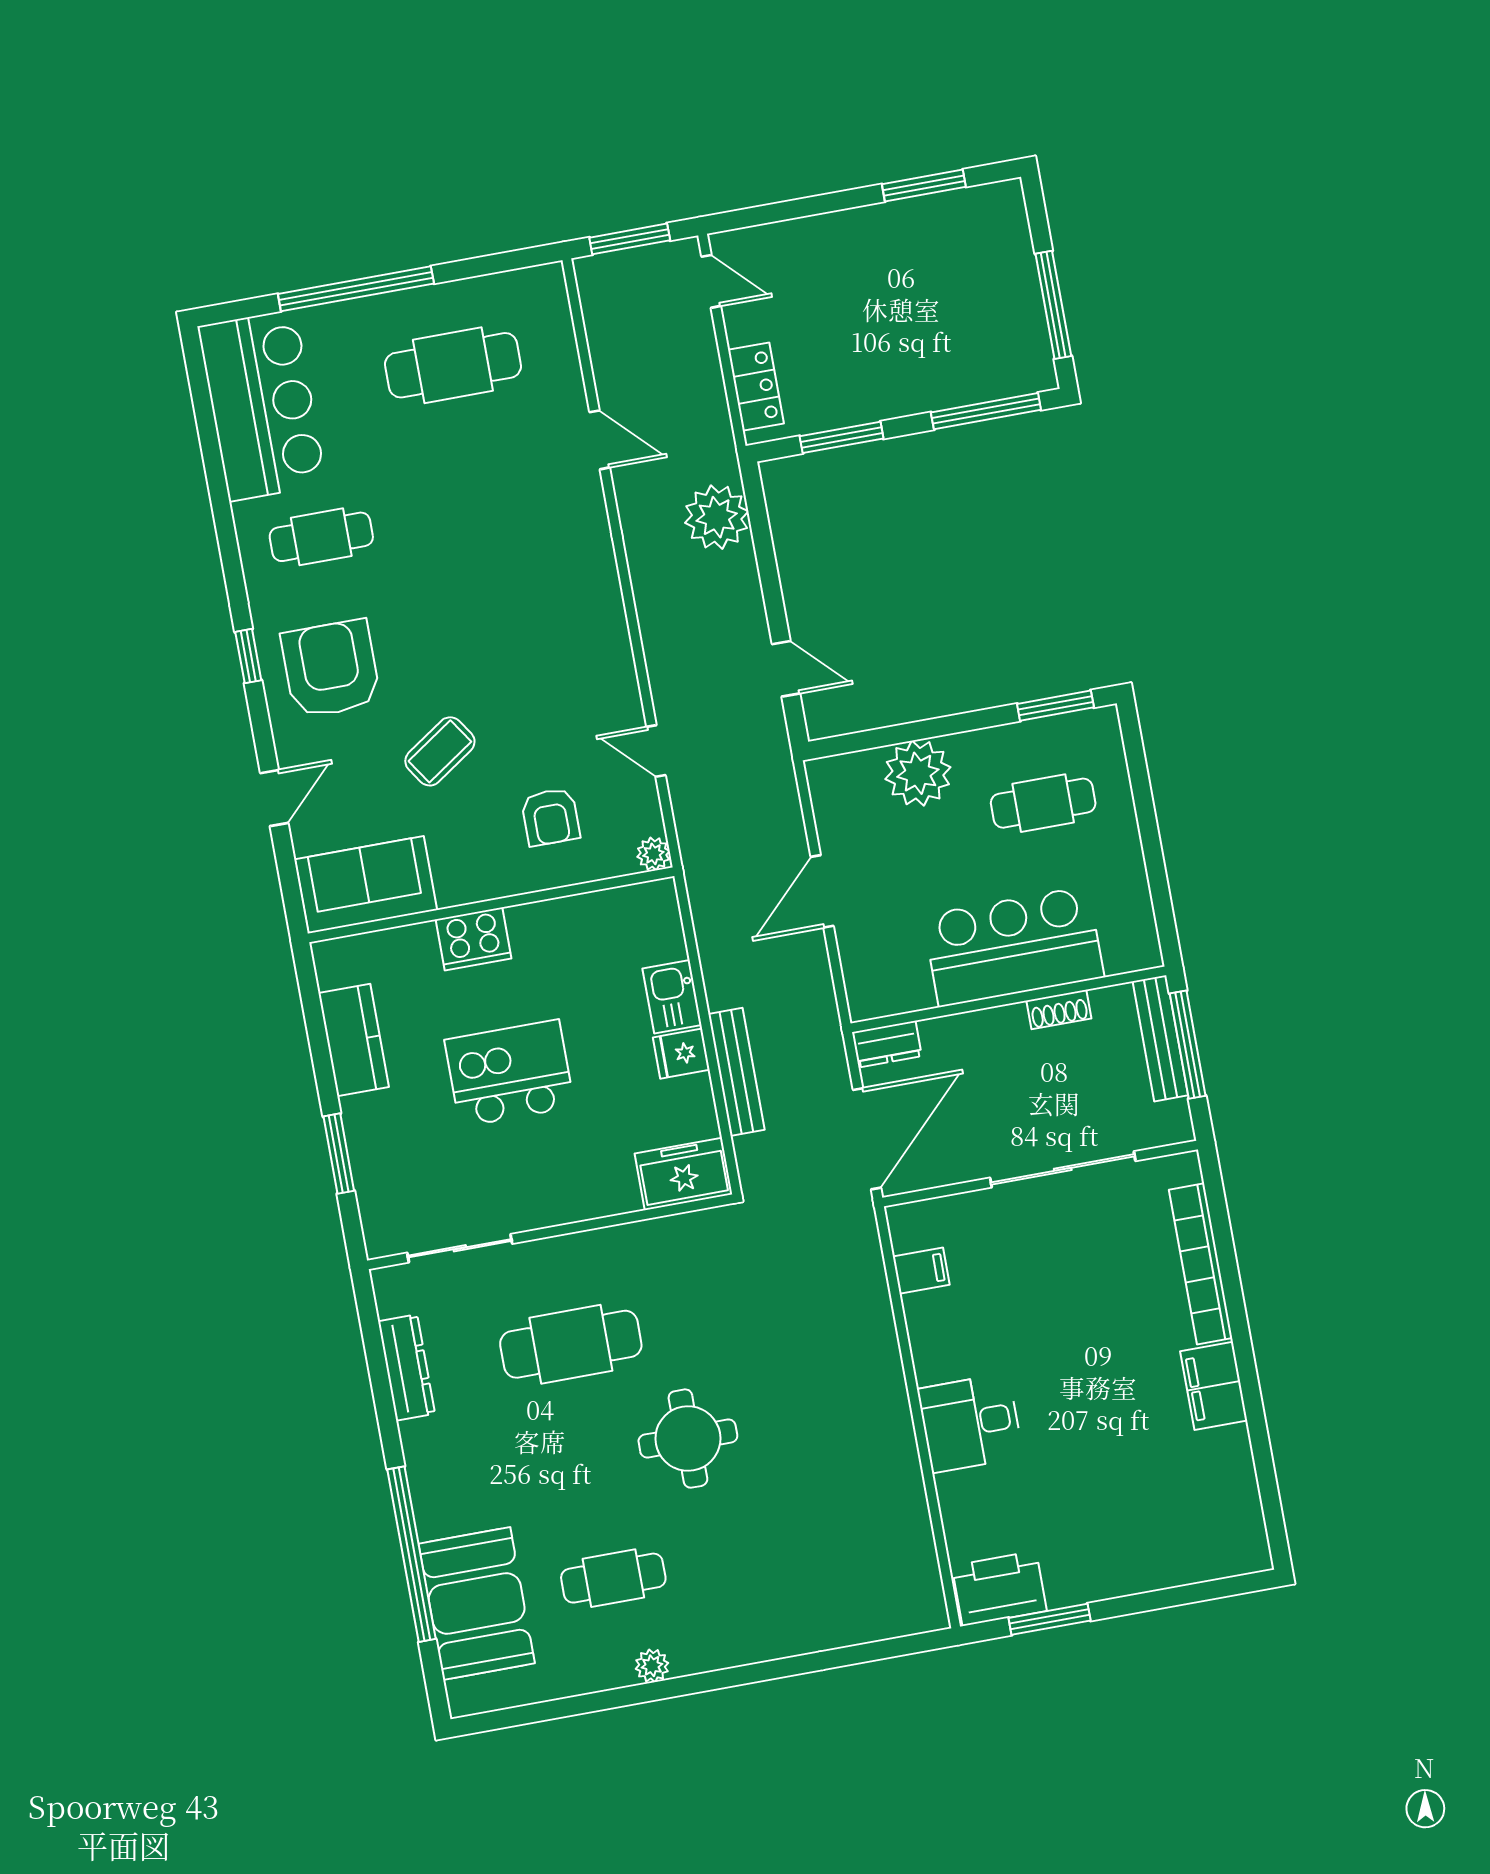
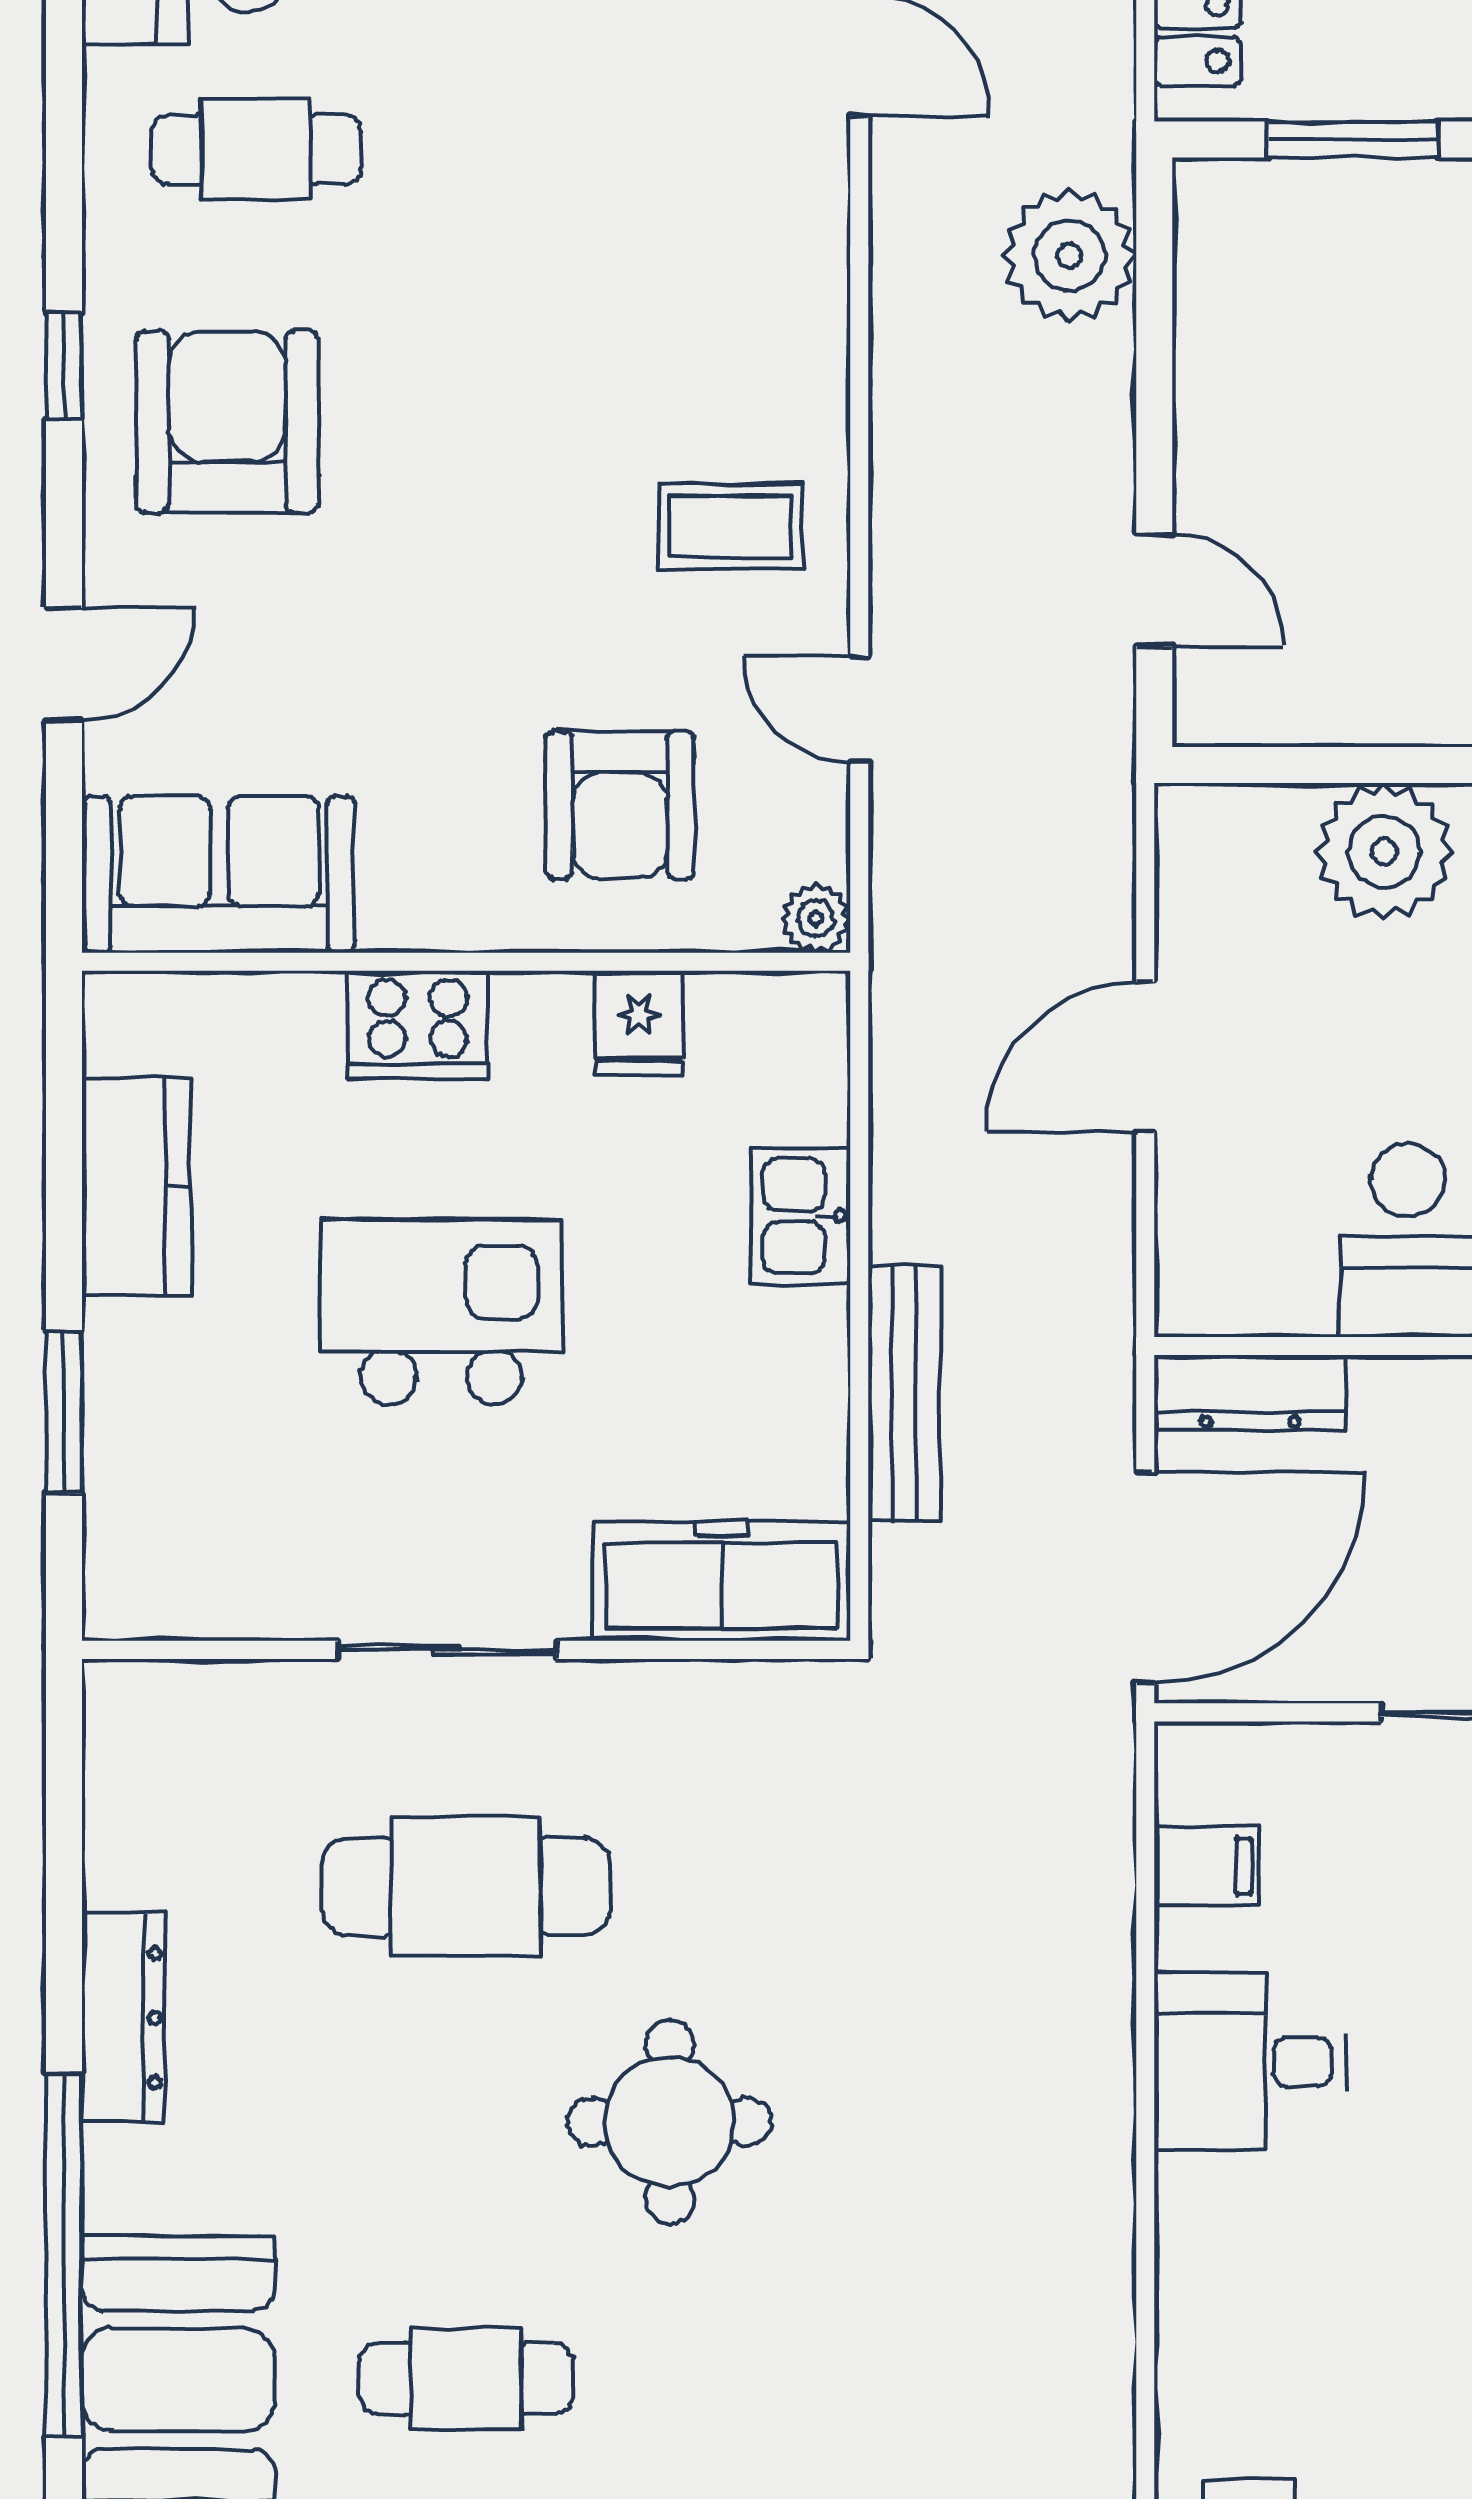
coffee table: (440, 751) -> (731, 527), moved, turned 34
armchair: (551, 817) -> (620, 805), width x1.38, depth x1.38
dresser: (887, 1044) -> (1250, 1392), width x1.44
fridge: (681, 1054) -> (639, 1023), moved, turned -90
freezer: (683, 1174) -> (722, 1581), width x1.40
sliding door: (460, 1248) -> (447, 1650), moved
dresser: (407, 1368) -> (123, 2018), moved
desk: (970, 1423) -> (1251, 2062), moved

